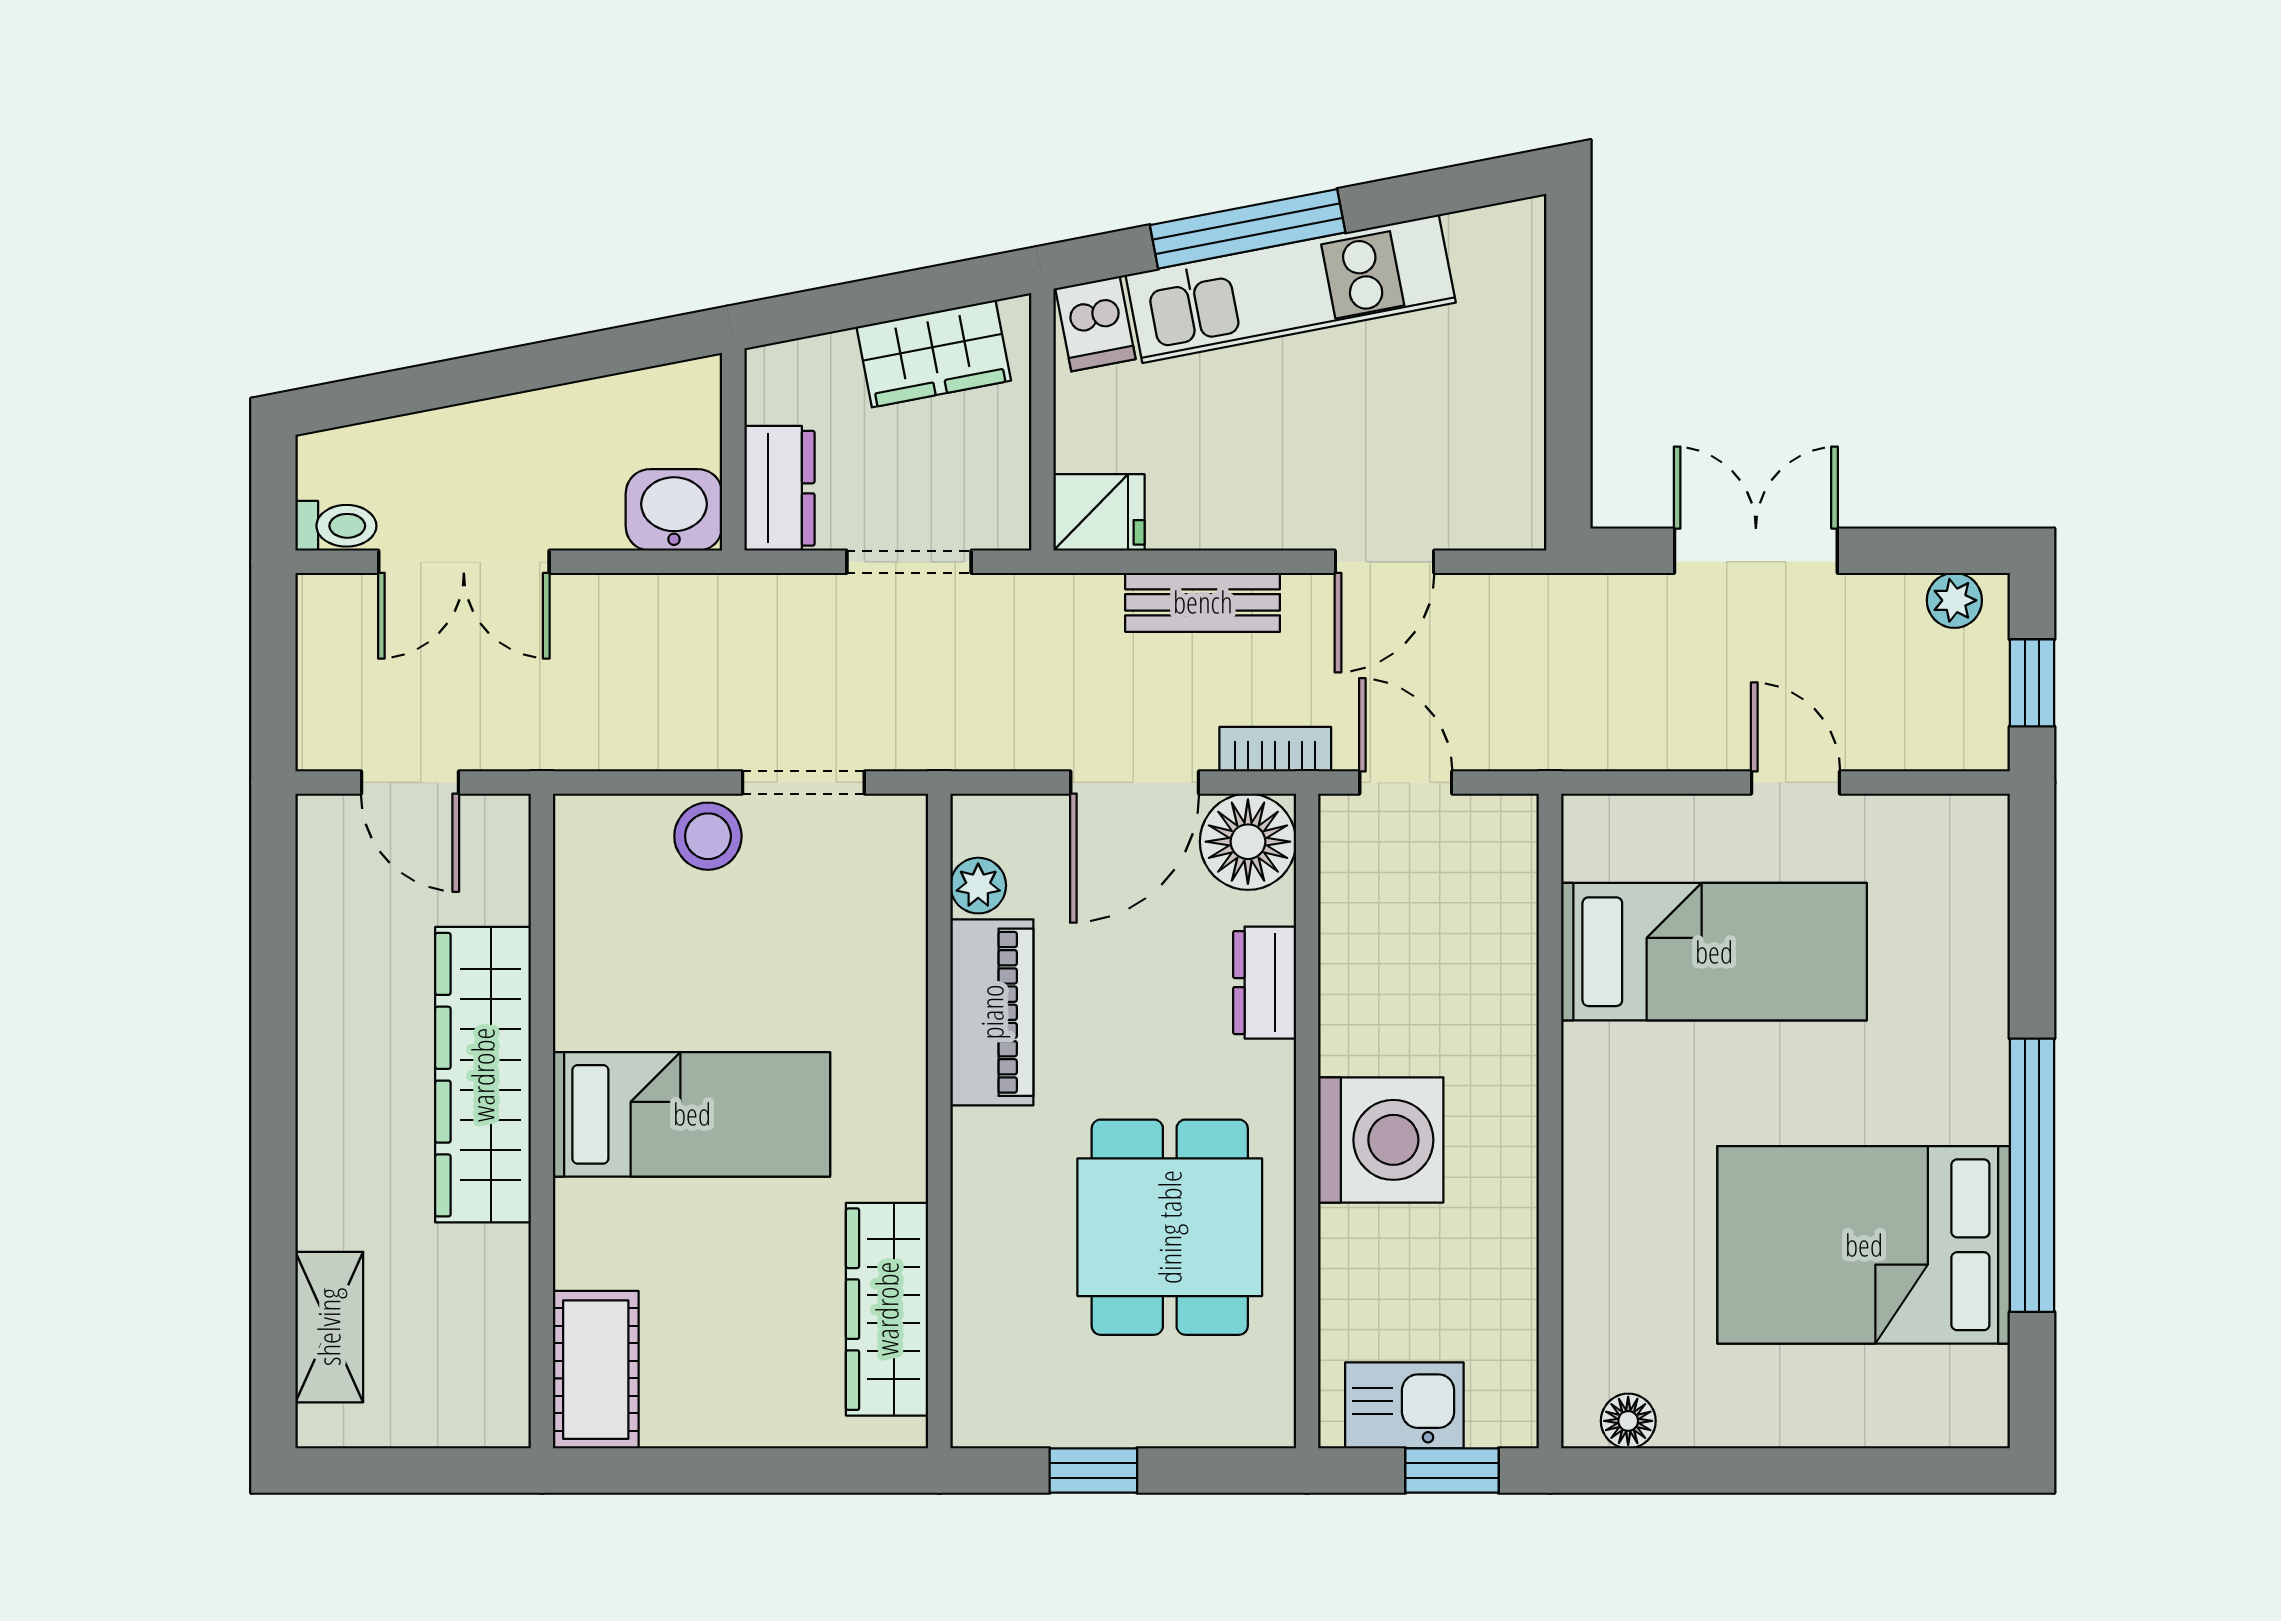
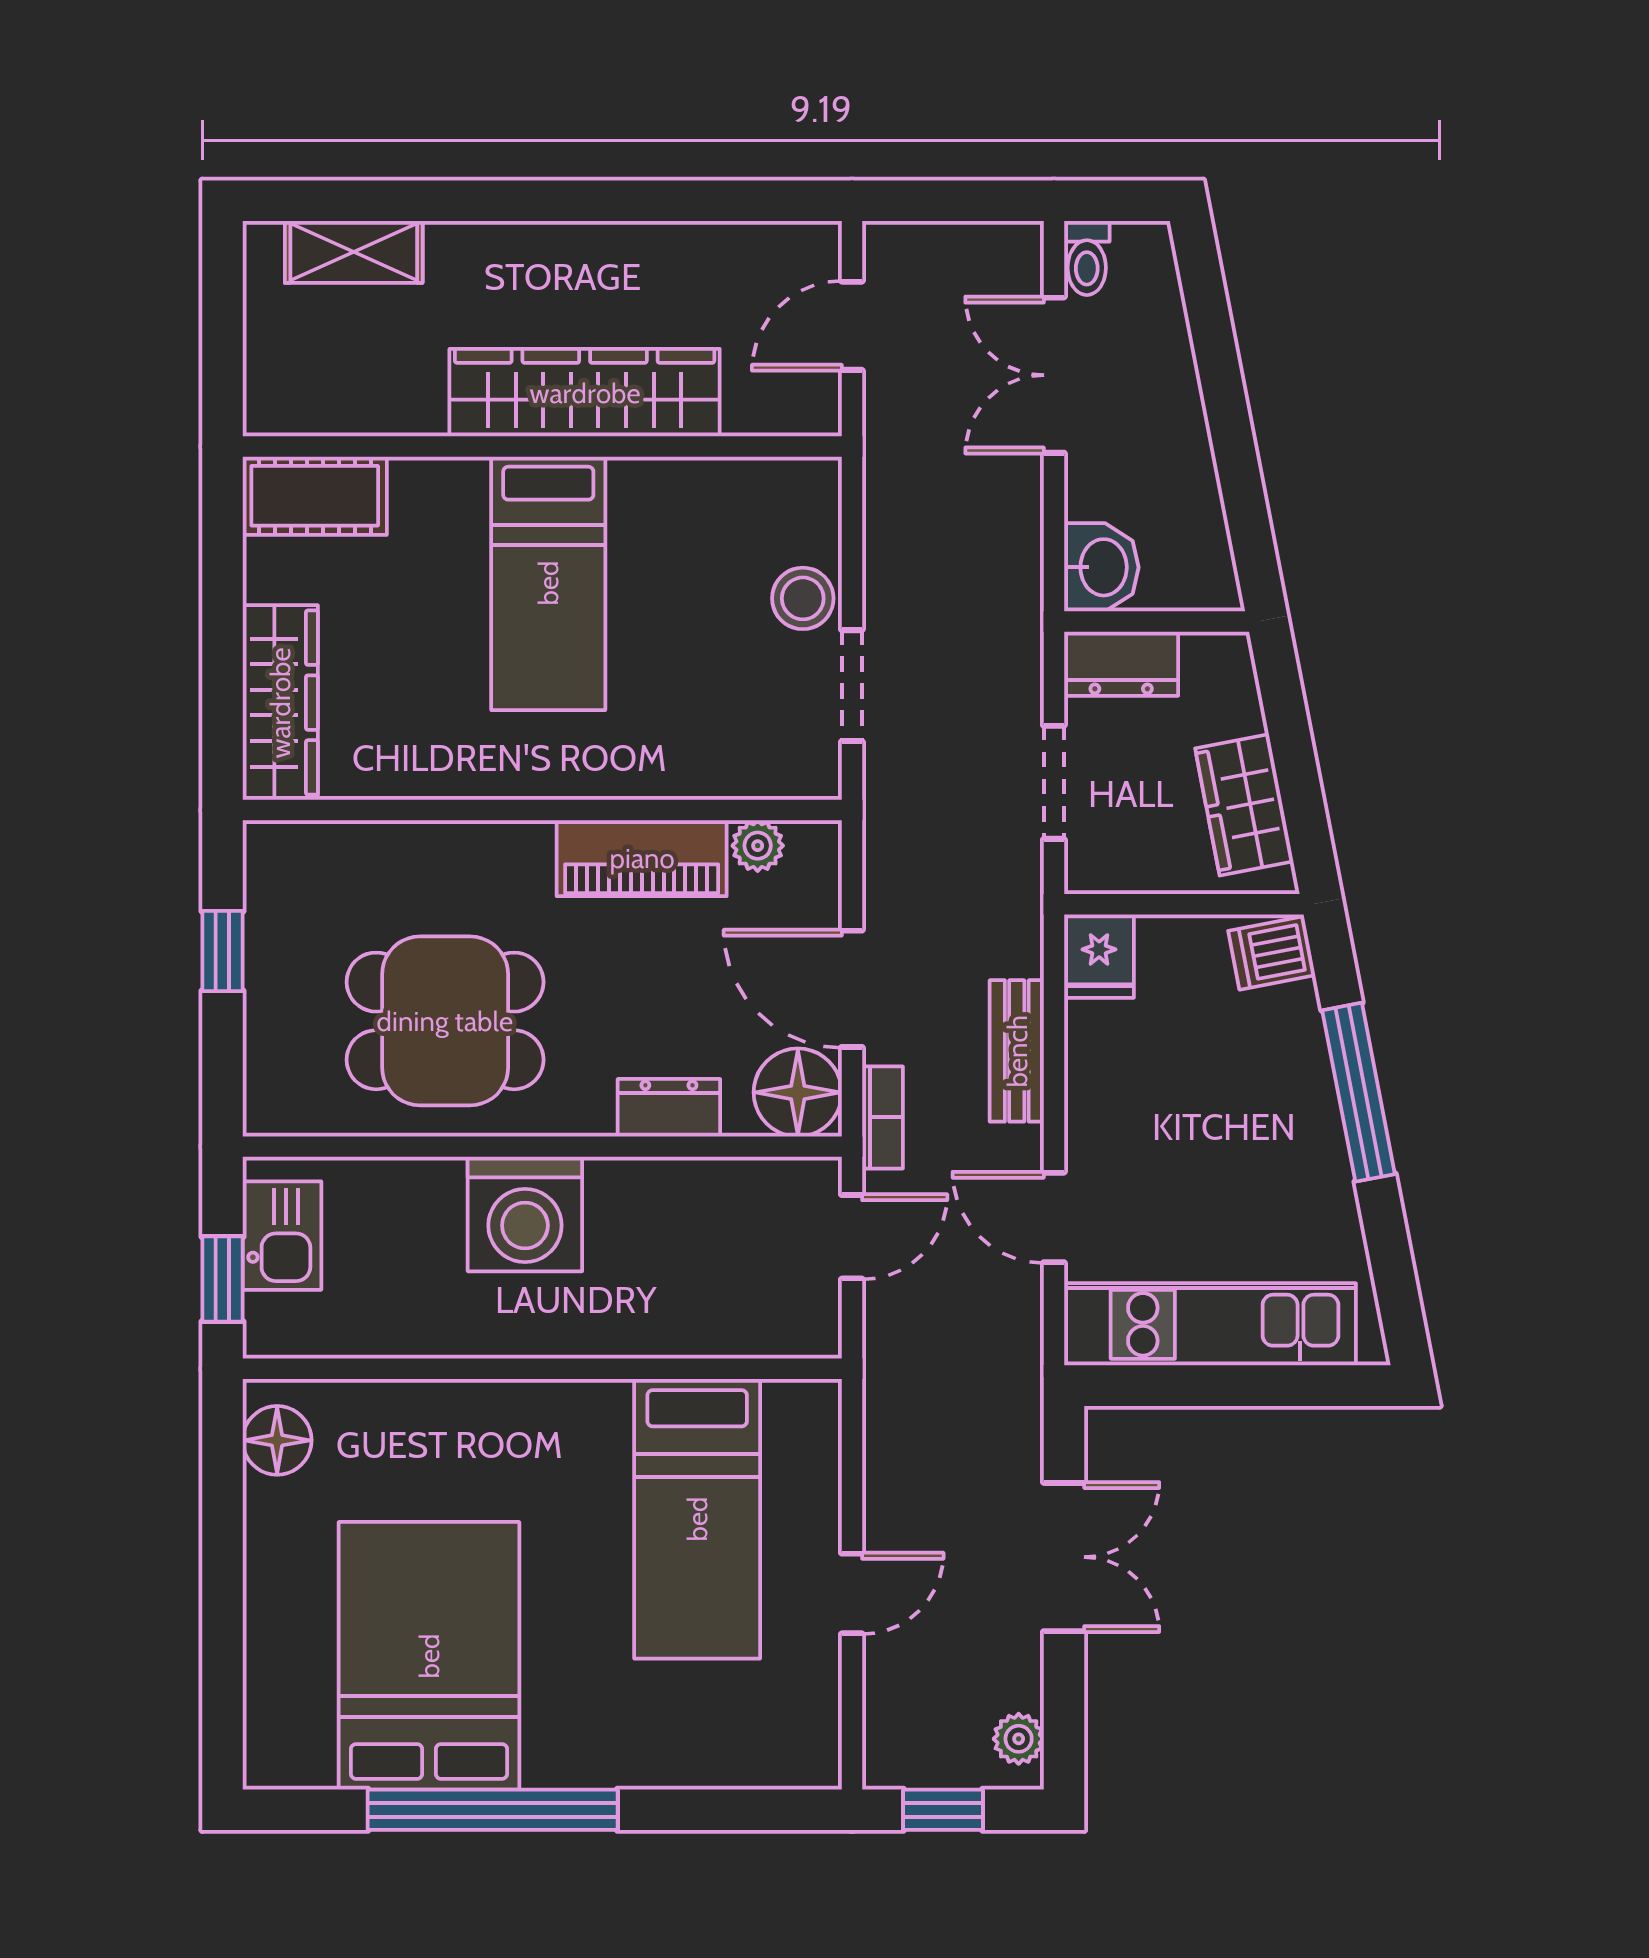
kitchen unit: (1291, 289) -> (1210, 1324), moved, turned 101
wardrobe: (887, 1309) -> (280, 703), moved, turned 90
floor lamp: (1628, 1421) -> (277, 1440), width x1.37, depth x1.37

